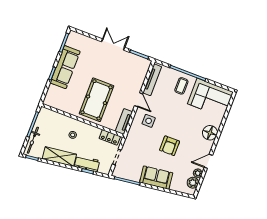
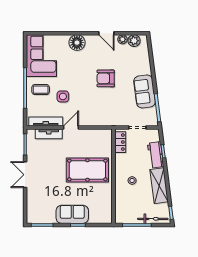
sofa: (65, 67) -> (72, 214), width x0.73
side table: (149, 121) -> (63, 96), moved
tv unit: (124, 122) -> (49, 134), moved
armchair: (170, 146) -> (106, 78), turned 180
sofa: (156, 178) -> (145, 91), moved

